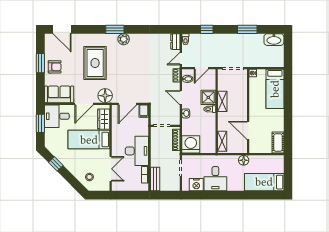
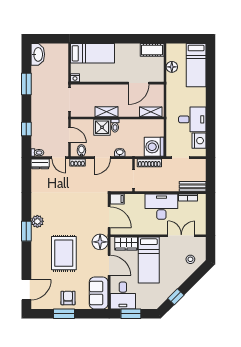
rug: (95, 63) -> (64, 253), turned 90
floor lamp: (244, 160) -> (172, 67), moved

